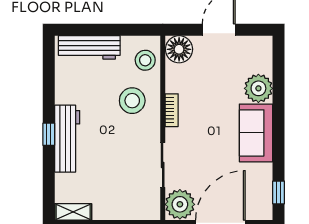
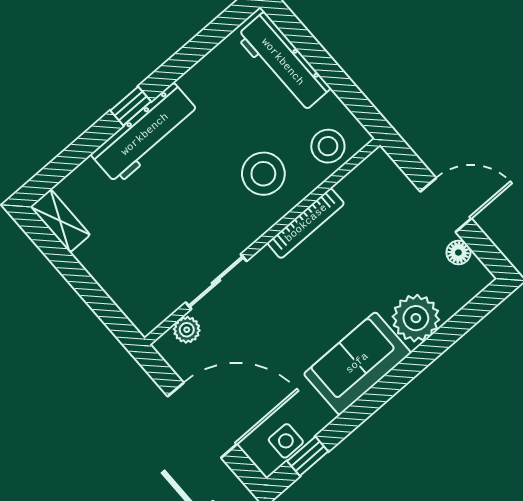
floor lamp: (179, 49) -> (458, 253), moved, width x0.53, depth x0.53
bookcase: (172, 110) -> (306, 223), width x1.56
side table: (263, 196) -> (286, 441), added
plant: (180, 204) -> (187, 330), width x0.53, depth x0.53

